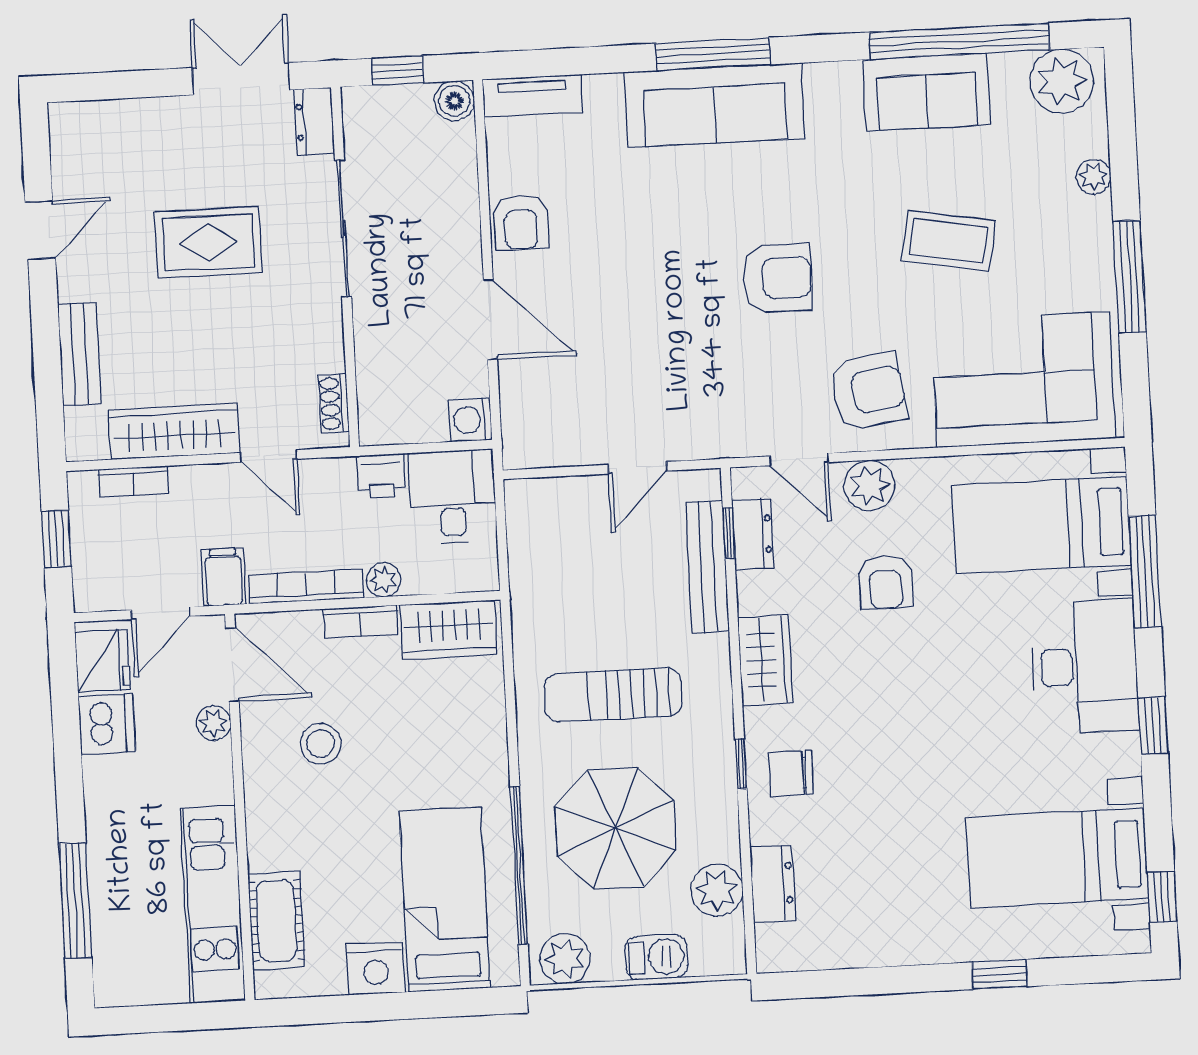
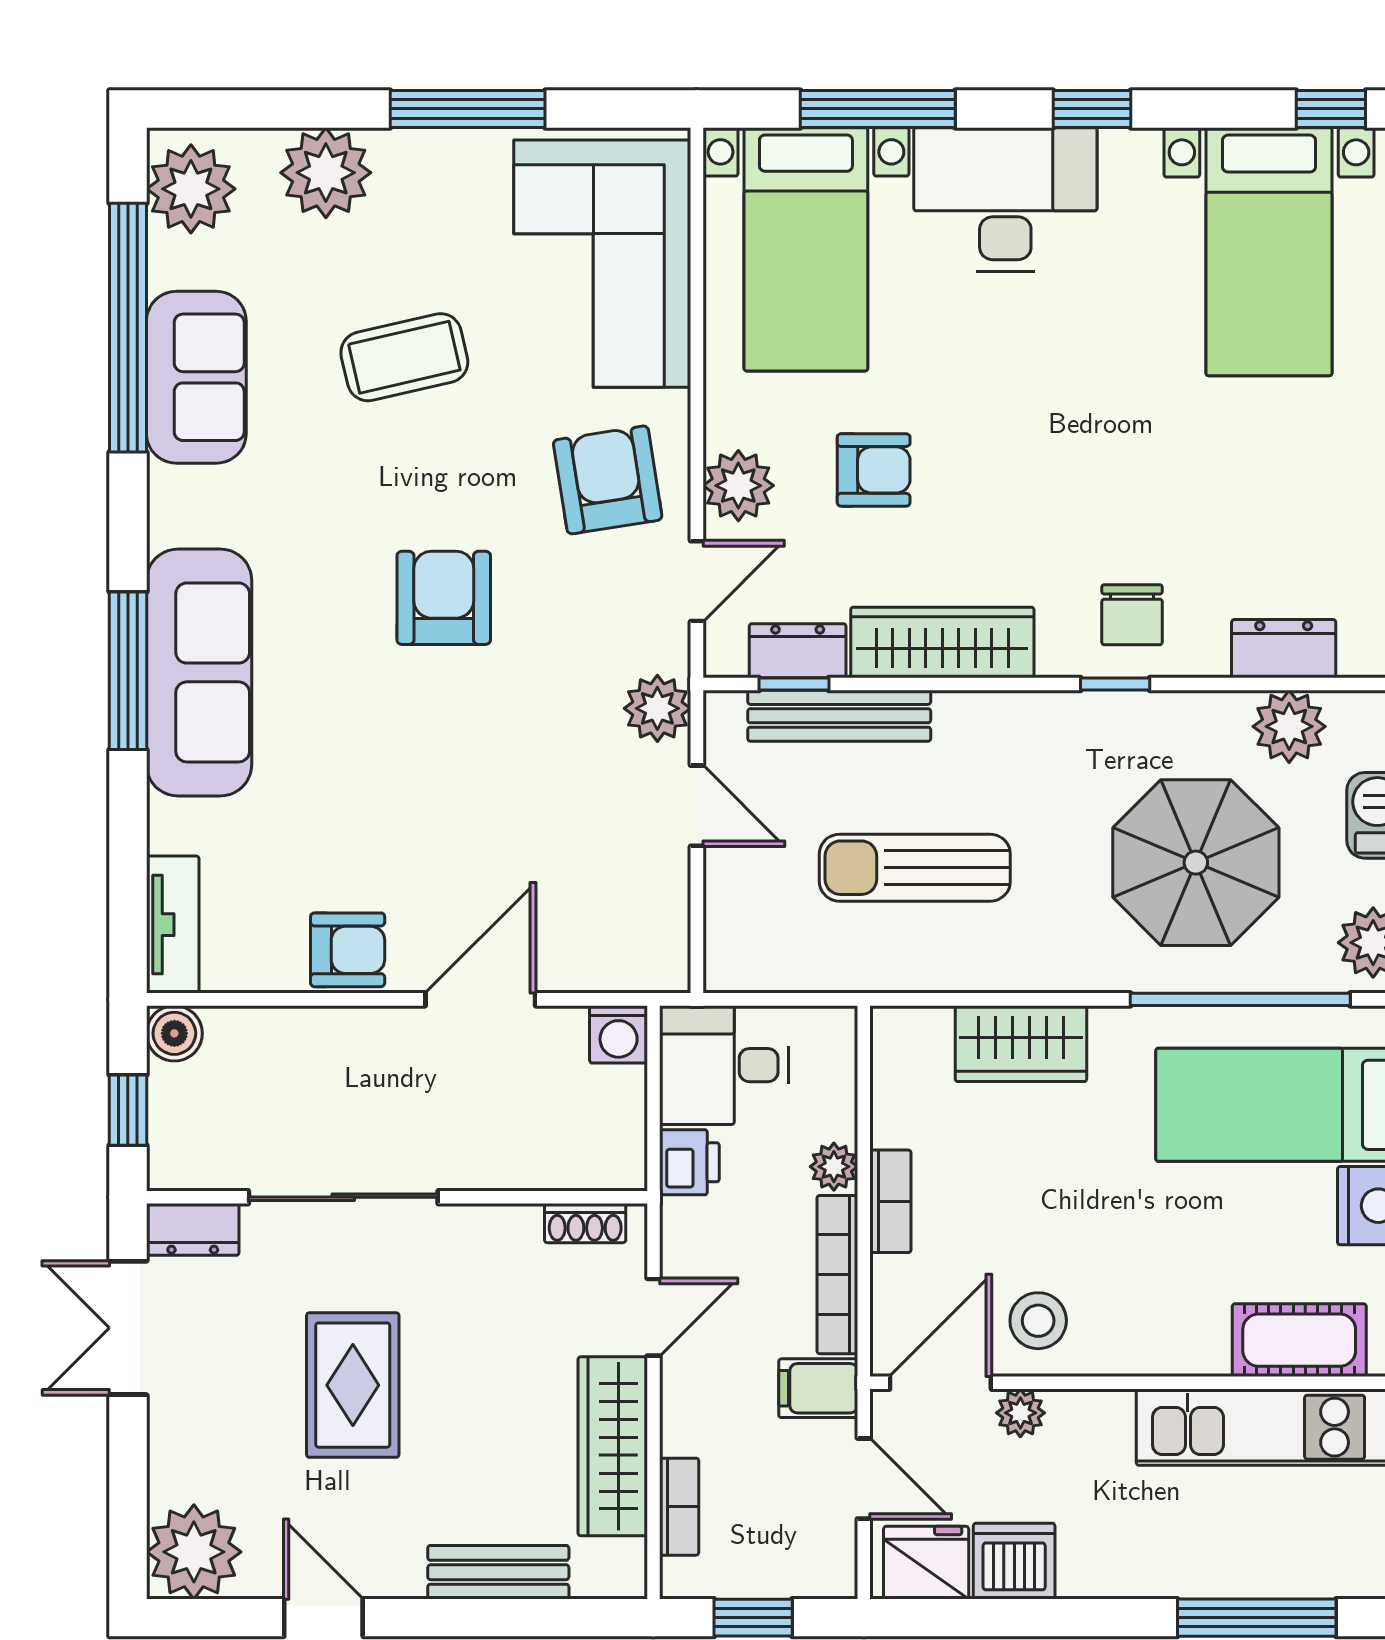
plant: (83, 134) -> (194, 1552), added
plant: (1094, 177) -> (326, 173), width x1.87, depth x1.87
coffee table: (949, 241) -> (404, 357), turned 67
plant: (706, 436) -> (657, 708), added
wardrobe: (449, 630) -> (1021, 1044), moved, turned 90
wardrobe: (765, 660) -> (942, 642), width x1.50
sun lounger: (613, 695) -> (915, 868), moved, turned 90
stool: (321, 744) -> (1038, 1321), moved

